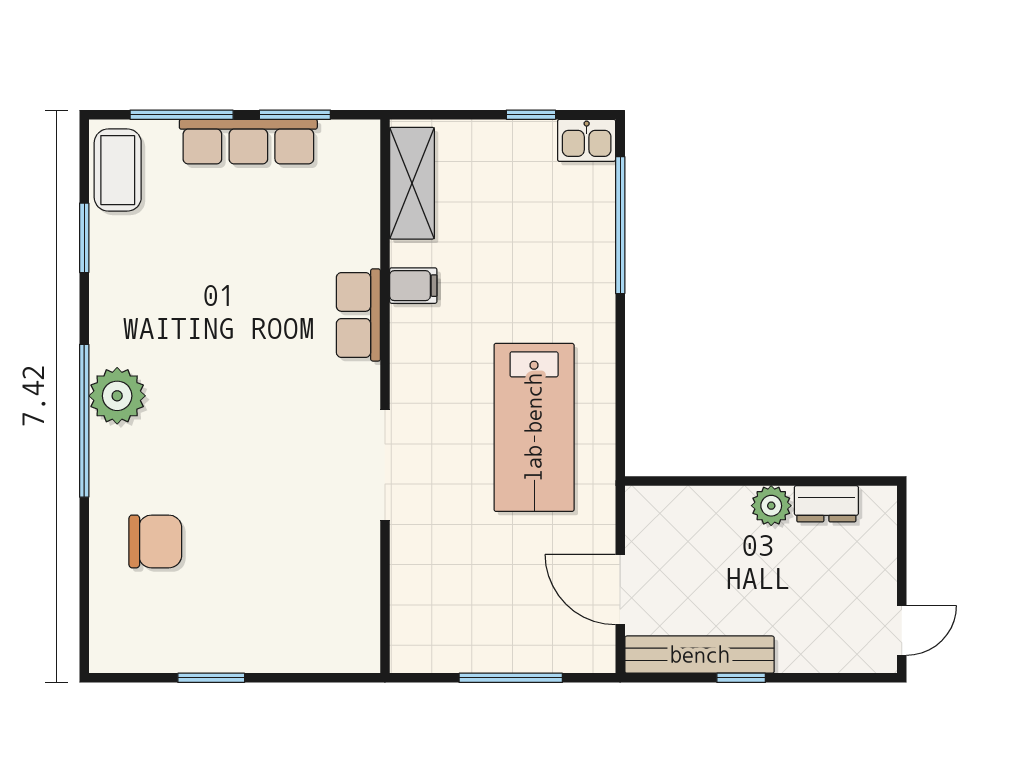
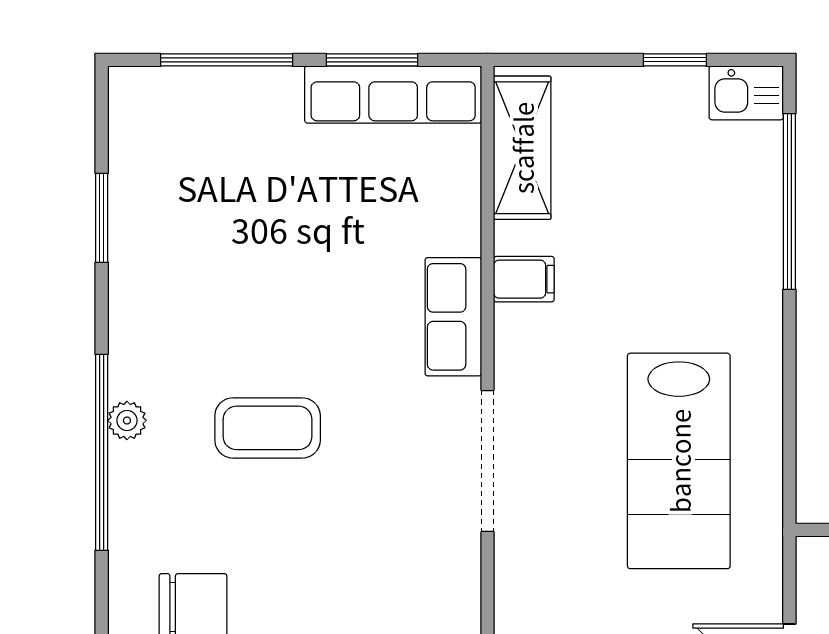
row of seats: (248, 142) -> (393, 94), moved
coffee table: (118, 170) -> (268, 428), moved, turned 90
plant: (117, 396) -> (127, 420), width x0.53, depth x0.53
doorway: (385, 465) -> (488, 461), moved

